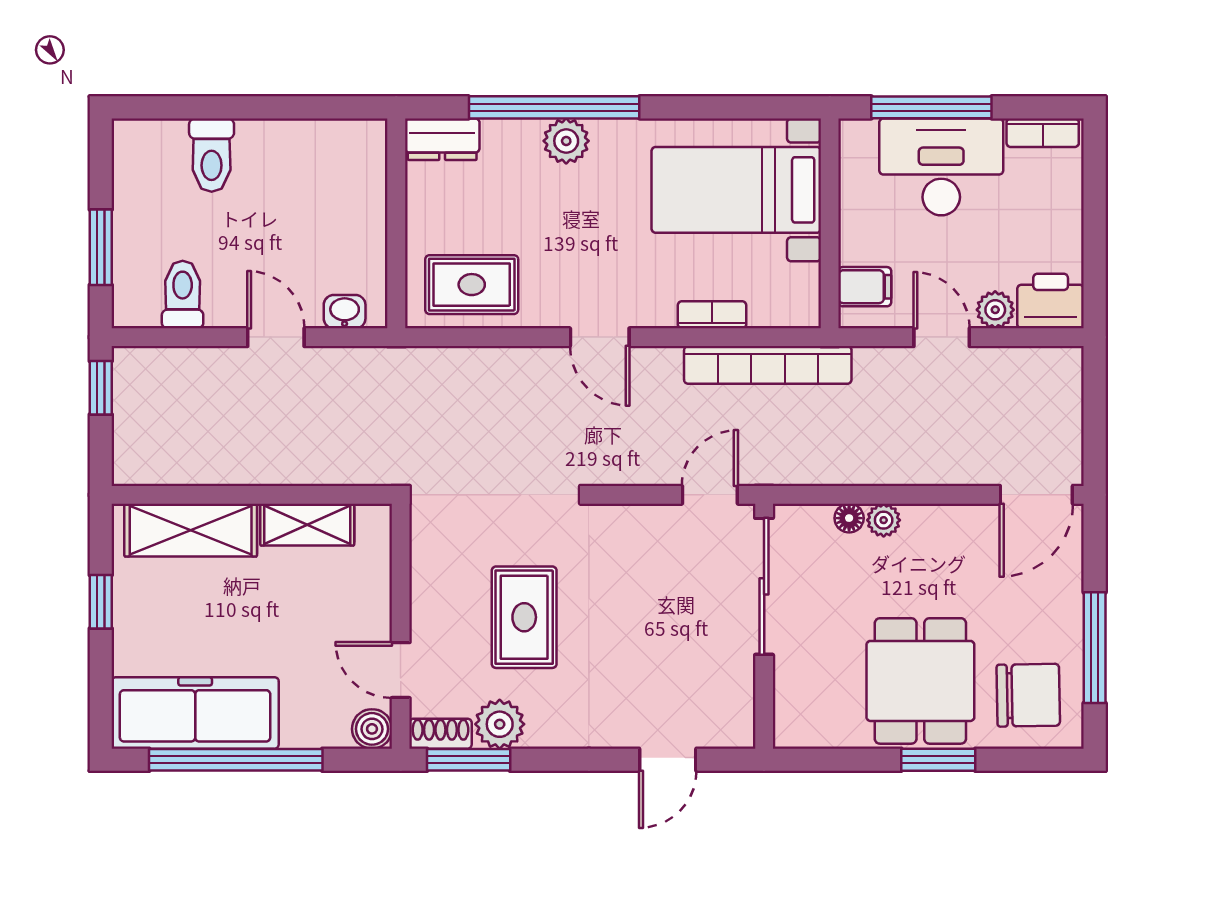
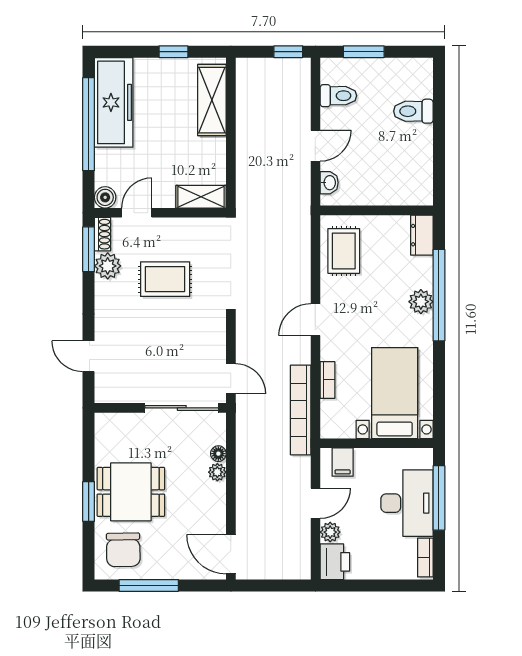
shelving: (307, 525) -> (201, 197), moved, turned 90

